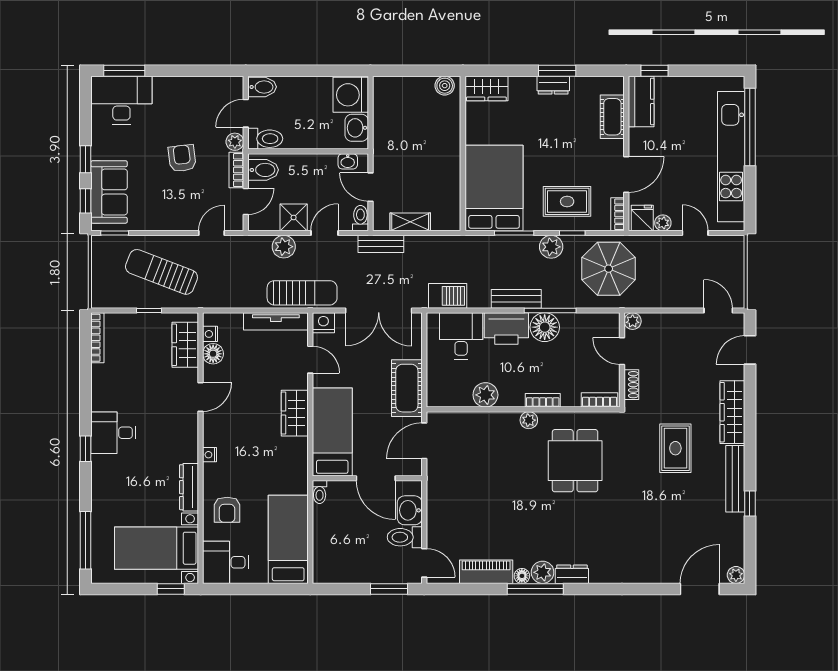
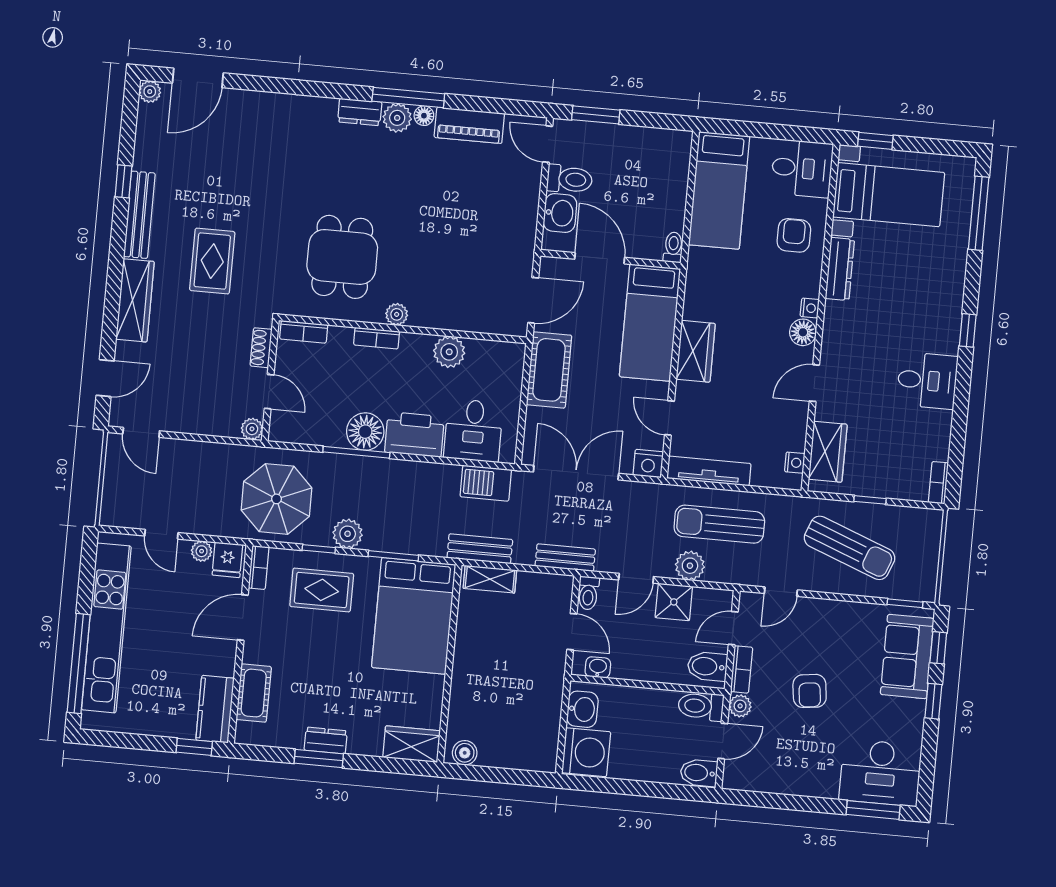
shelving: (410, 222) -> (490, 579), moved
sun lounger: (302, 293) -> (719, 524), moved
bench: (516, 299) -> (480, 549), moved
bookcase: (97, 338) -> (938, 483), width x0.64
floor lamp: (213, 354) -> (803, 332), moved
desk: (113, 433) -> (927, 381), moved

